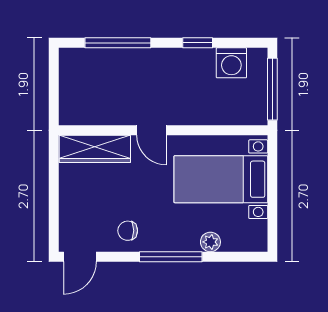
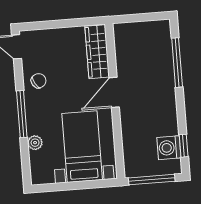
window: (198, 43) -> (184, 146), moved
door: (151, 130) -> (114, 92), width x1.38
chair: (128, 231) -> (39, 81), turned 59

